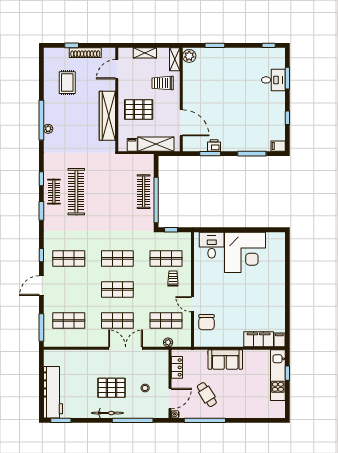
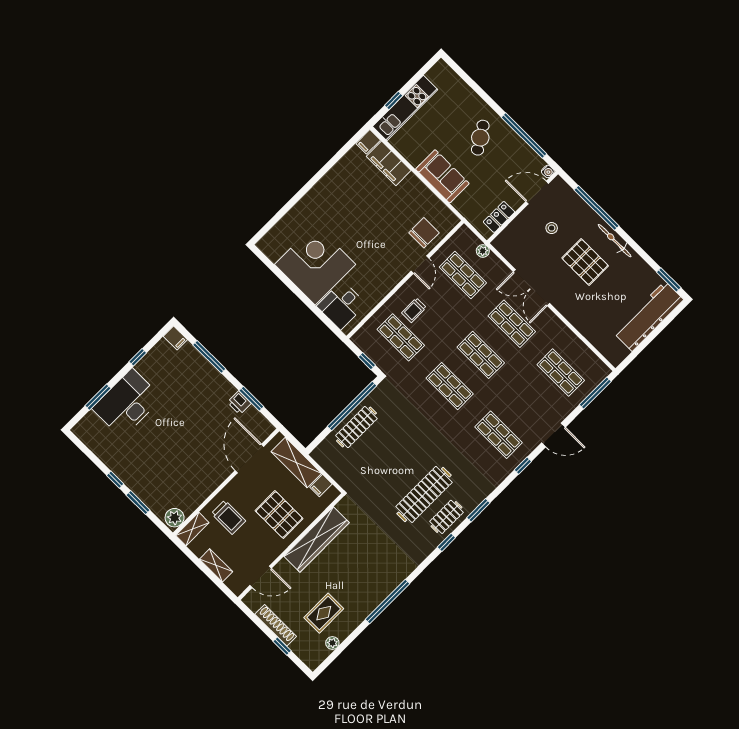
window: (269, 45) -> (115, 480), moved
desk: (273, 80) -> (127, 403), width x1.87, depth x1.30
plant: (48, 129) -> (332, 643), moved
cafe table: (207, 395) -> (480, 138), moved

